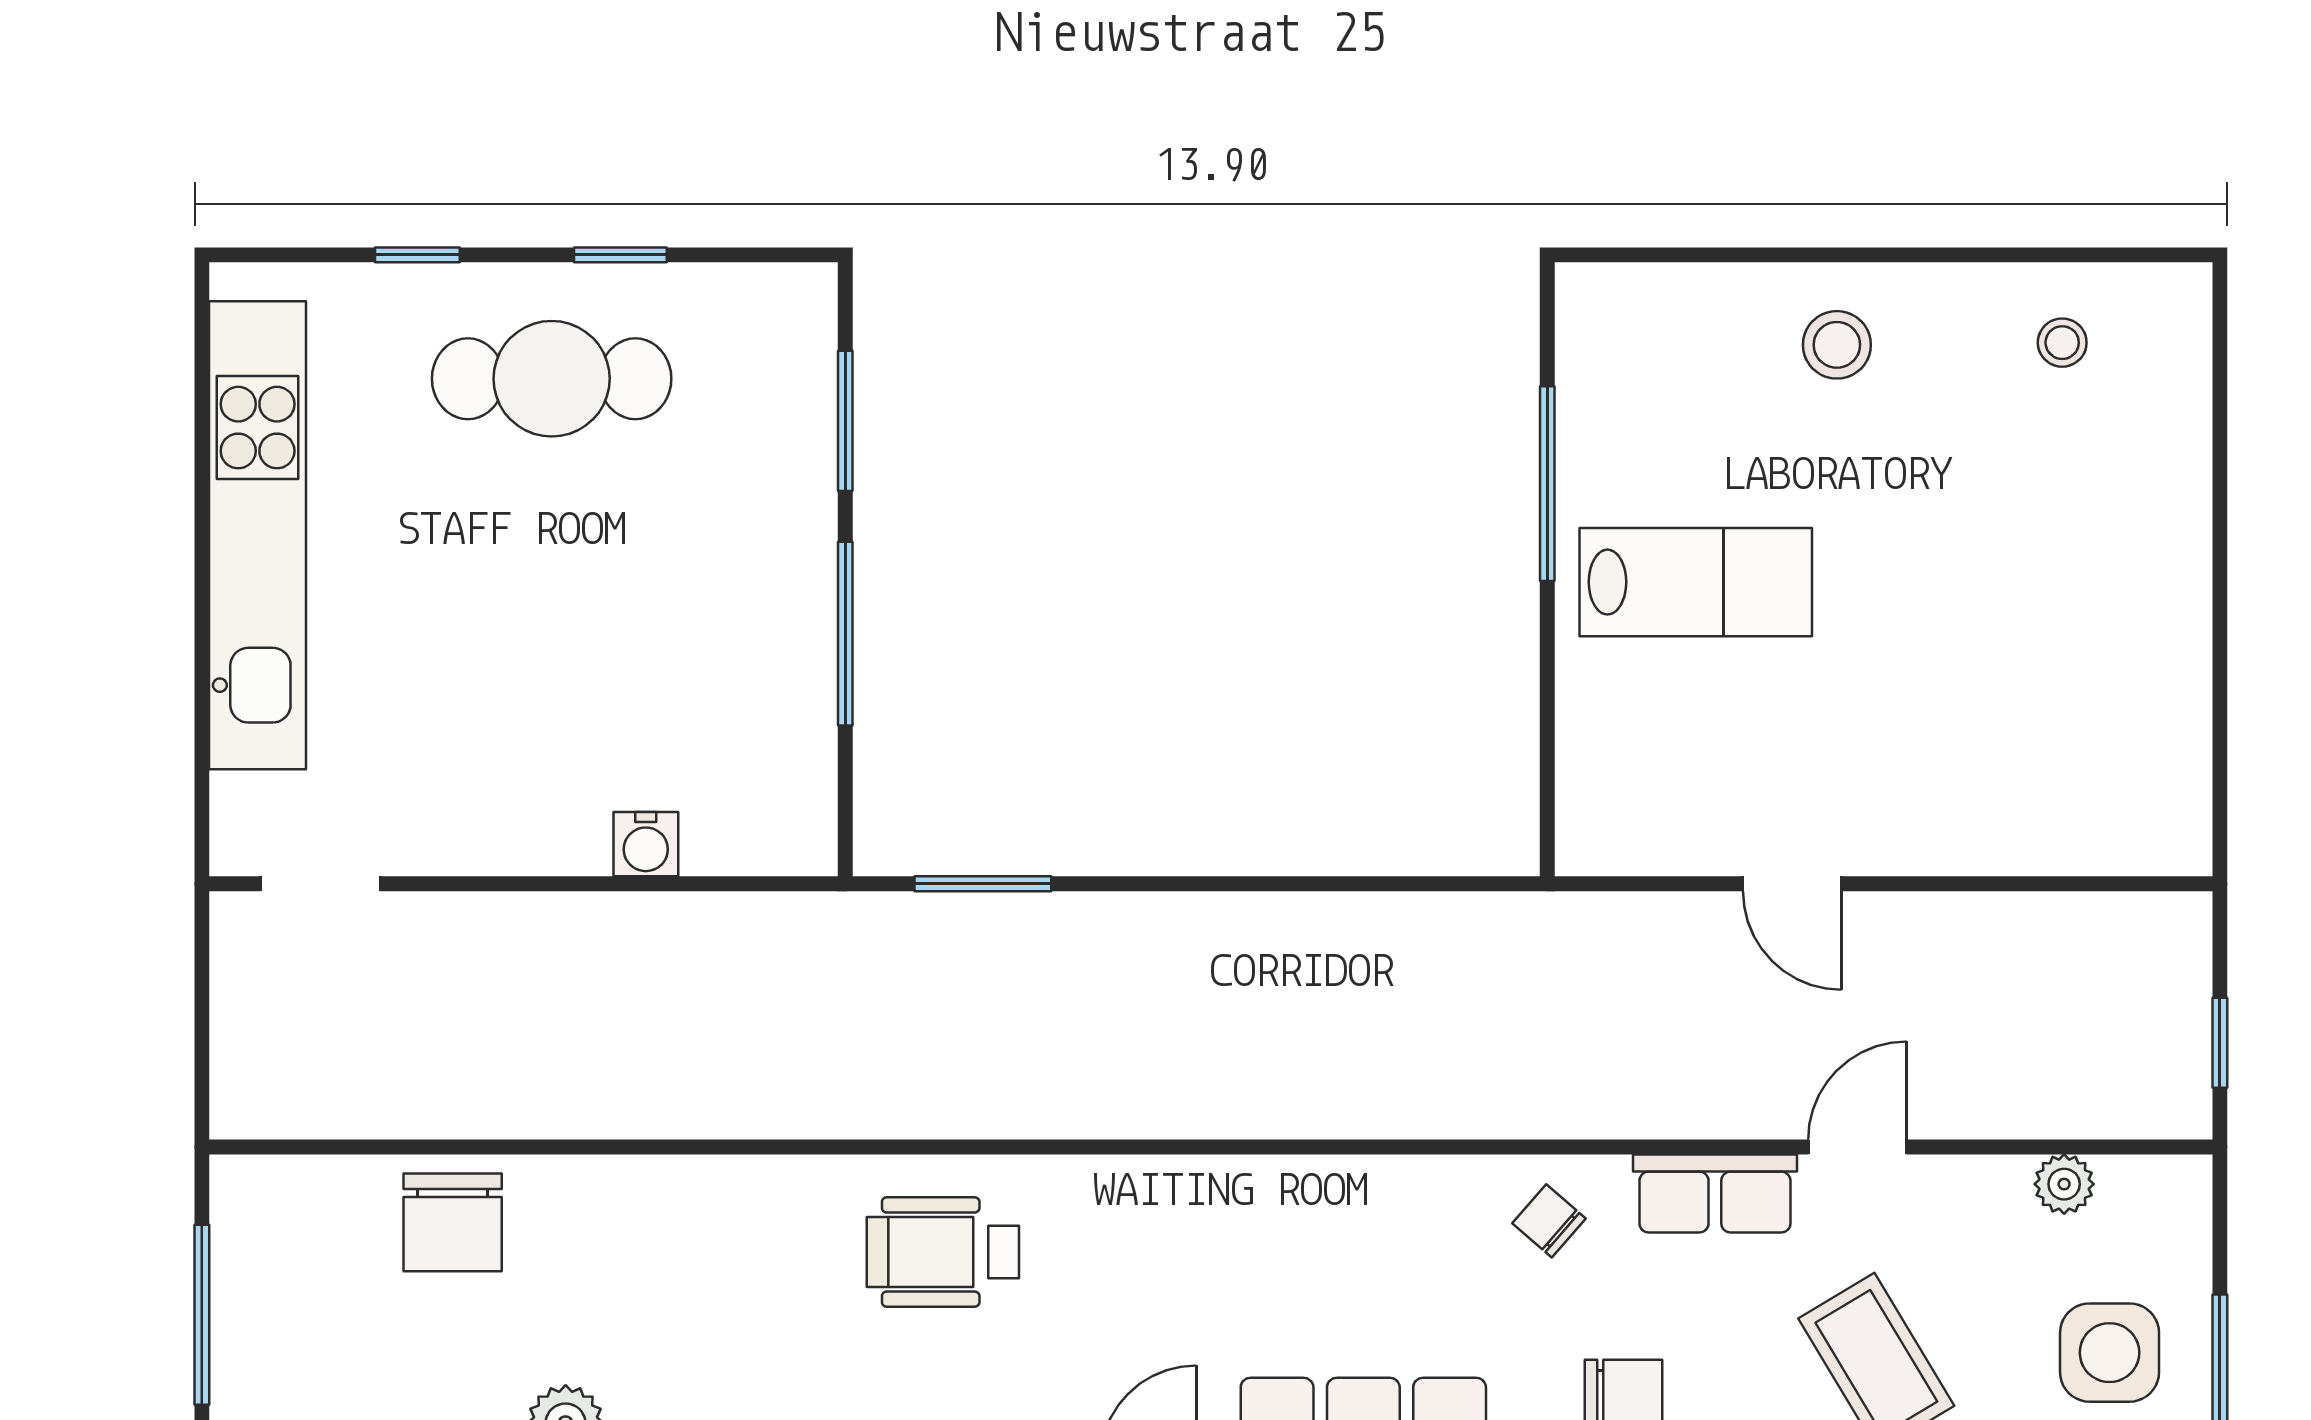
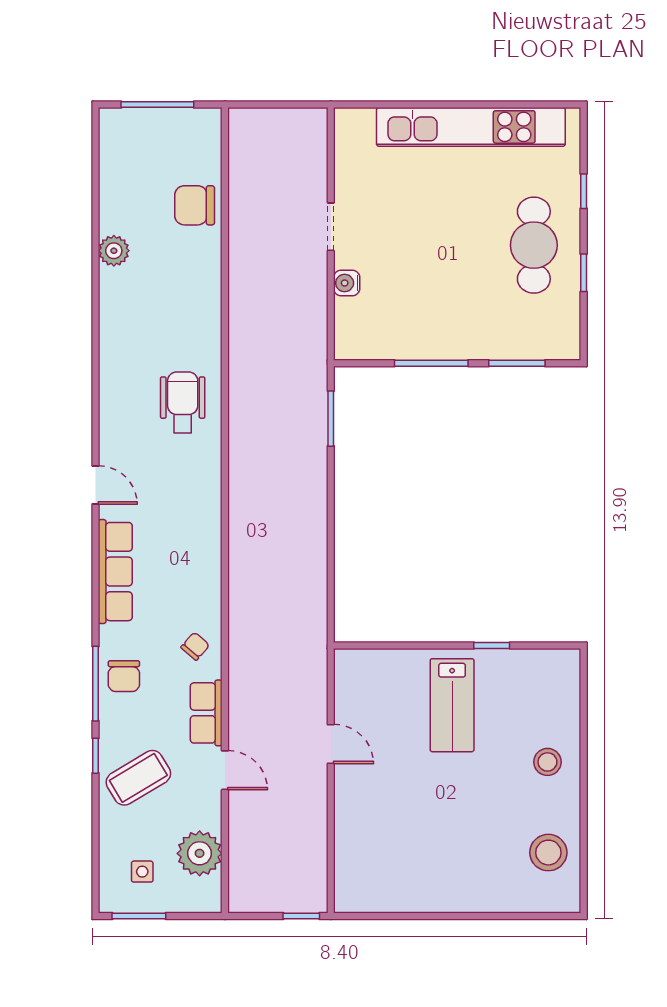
stool: (2062, 343) -> (548, 853), width x1.89, depth x1.89
window: (1547, 484) -> (492, 645), width x0.46
doorway: (320, 884) -> (331, 227), moved
door: (1792, 884) -> (331, 744), swing flipped
window: (2220, 1043) -> (301, 916), moved
plant: (2064, 1184) -> (200, 853), width x1.87, depth x1.87
side table: (2110, 1353) -> (142, 872), width x0.54, depth x0.54

